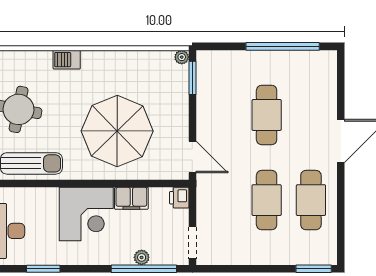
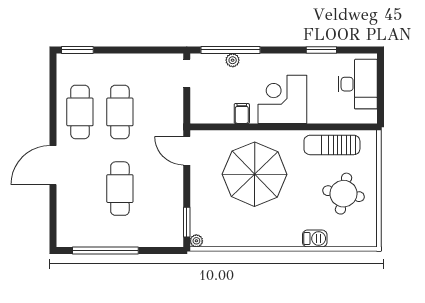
barbecue: (67, 60) -> (315, 239), moved
filing cabinet: (131, 198) -> (242, 113), width x0.50
printer: (179, 198) -> (199, 114), removed

